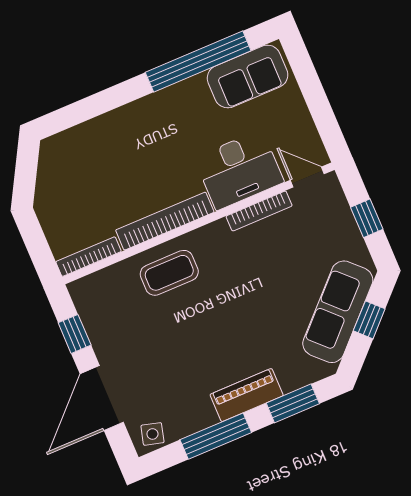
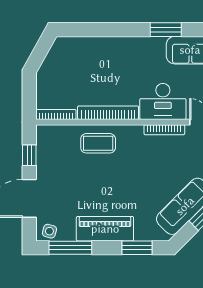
window: (198, 62) -> (166, 30), width x0.47
piano: (247, 395) -> (105, 229), width x1.37, depth x1.33
window: (216, 436) -> (70, 248), moved

